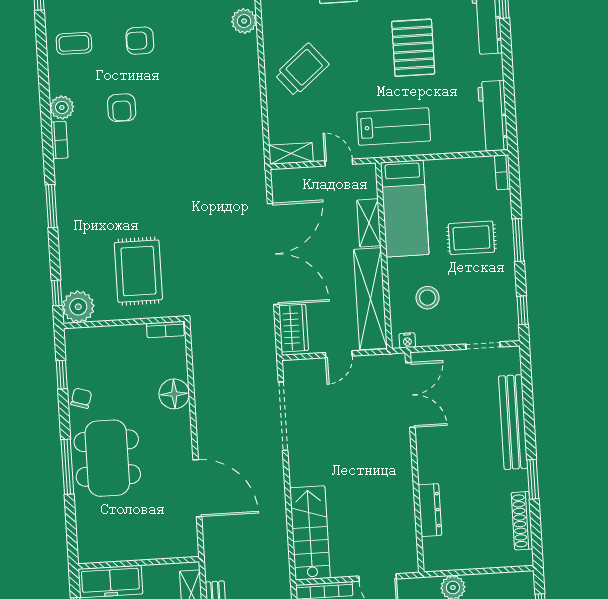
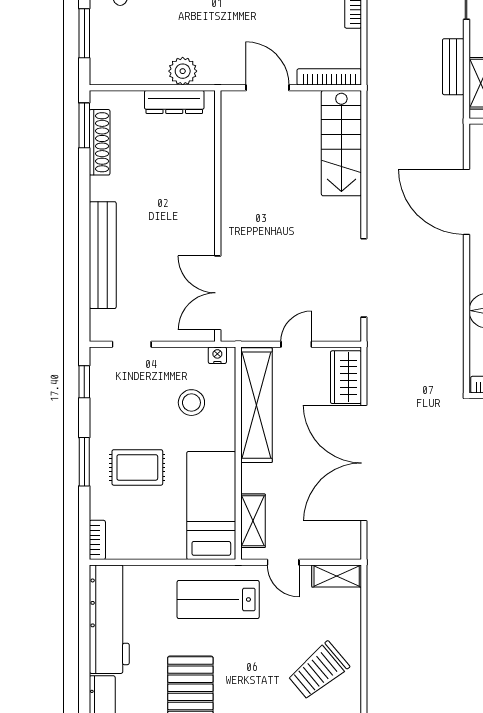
workbench: (493, 116) -> (109, 619), width x1.36, depth x1.32
shelving: (369, 223) -> (253, 521), moved
window: (533, 479) -> (84, 125), moved
dresser: (430, 510) -> (174, 102), moved, turned -90

